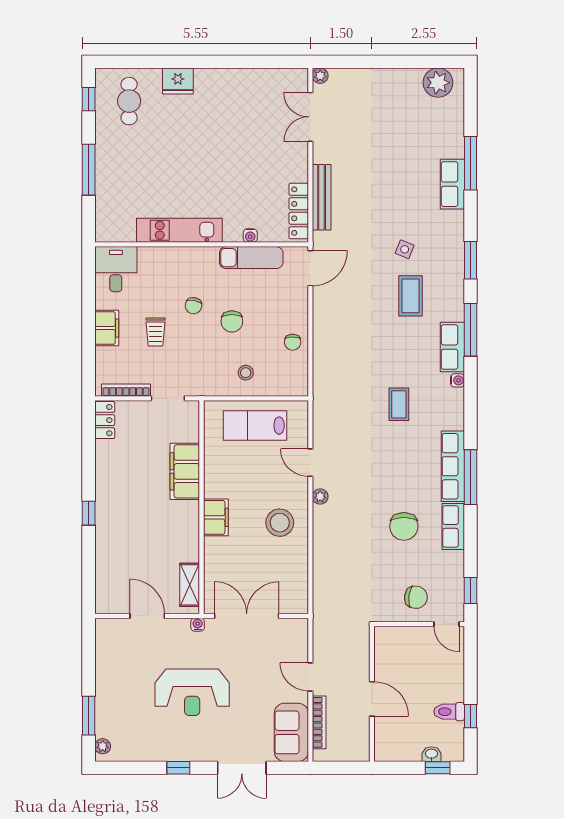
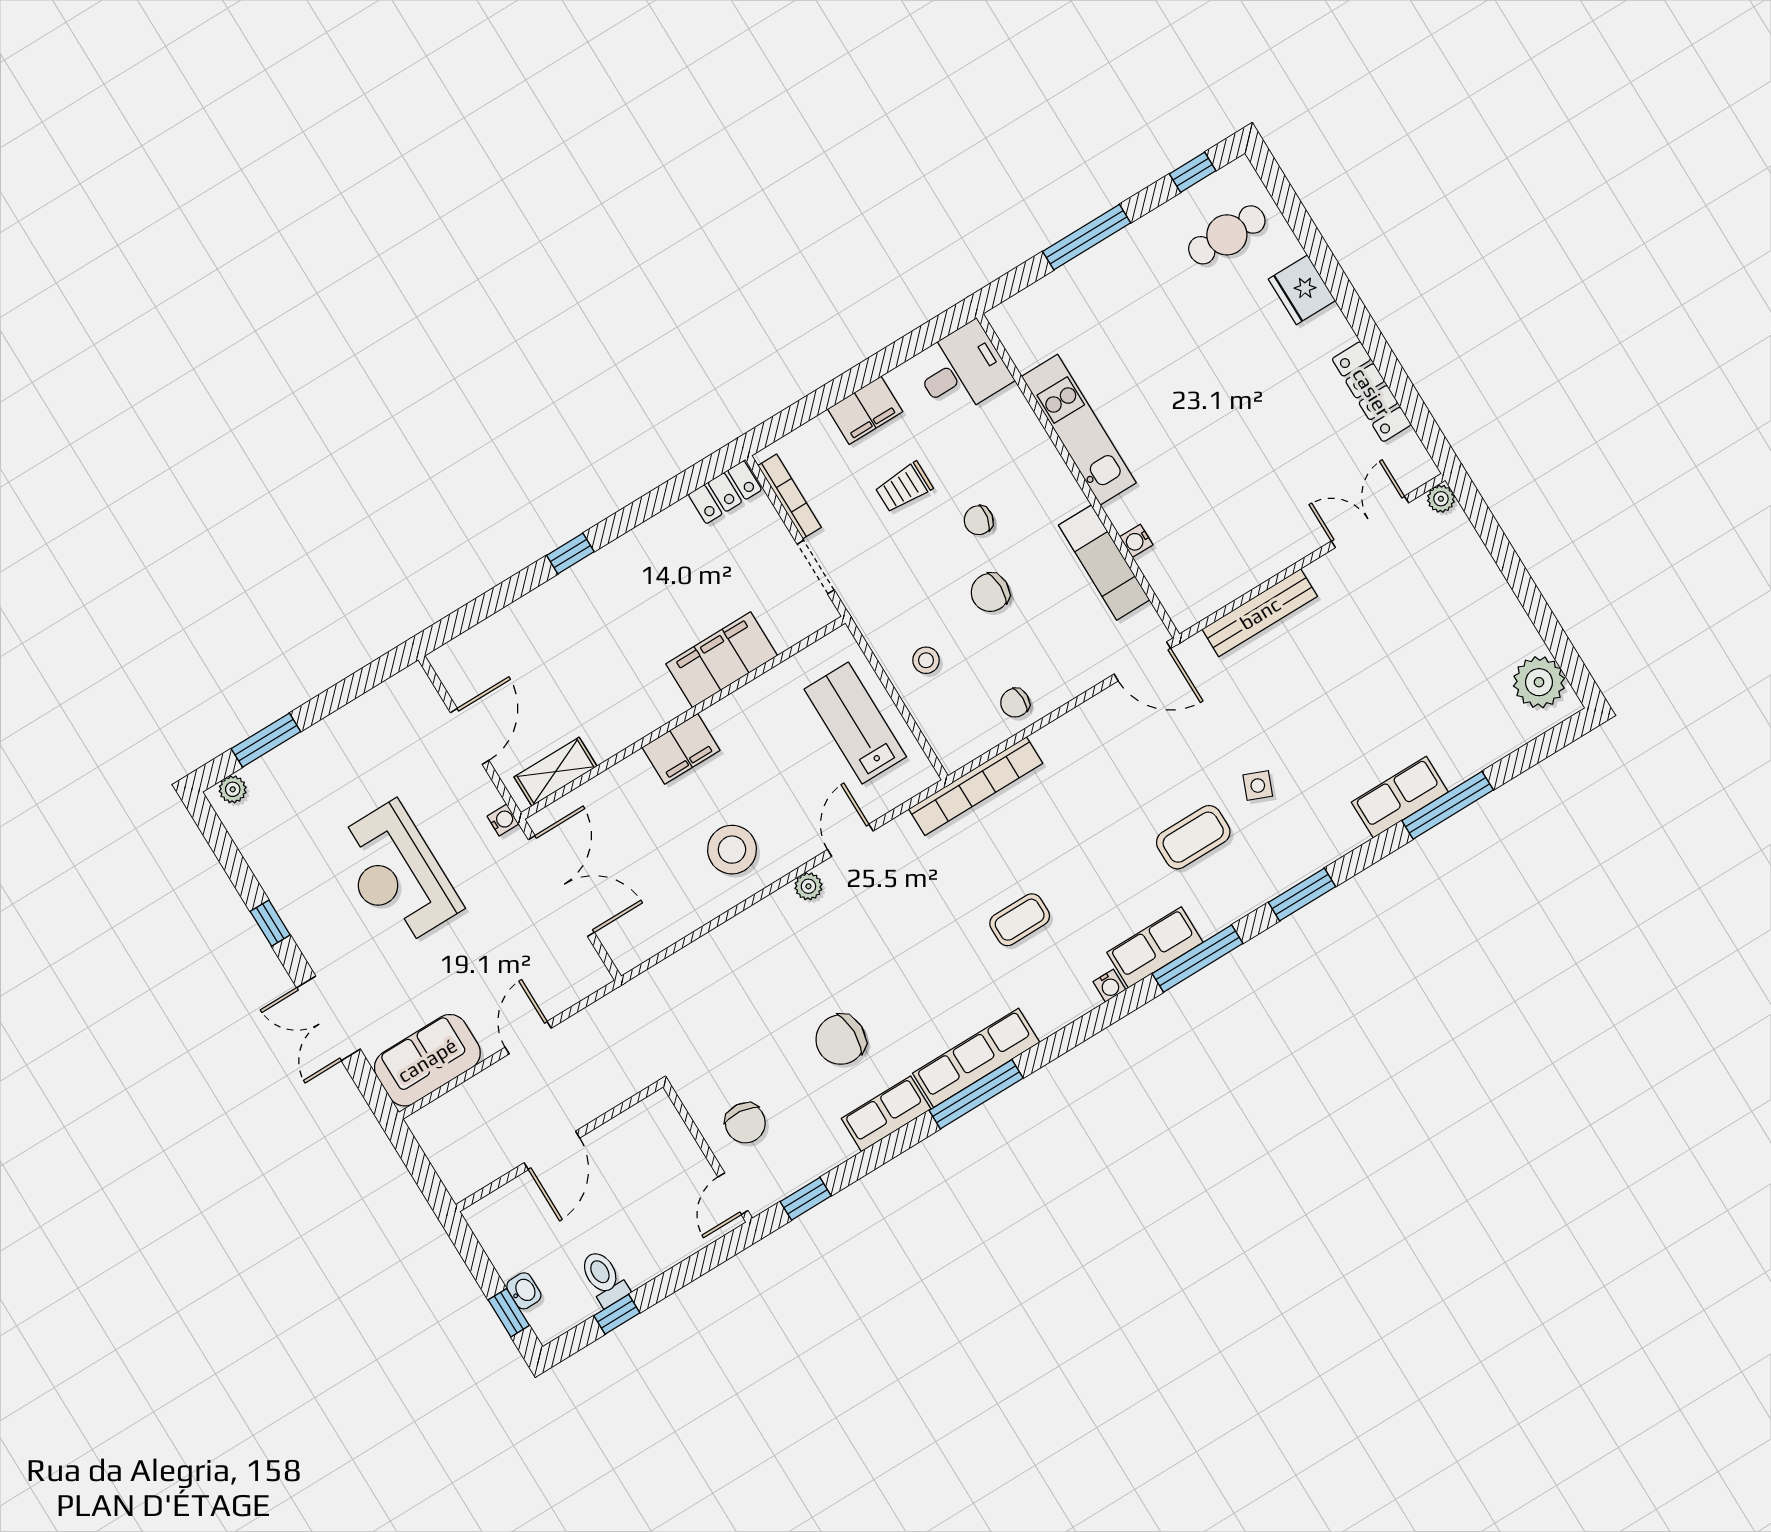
locker: (299, 211) -> (1372, 392), moved, turned -90
bookcase: (319, 722) -> (976, 786), moved, width x1.48, depth x1.31

